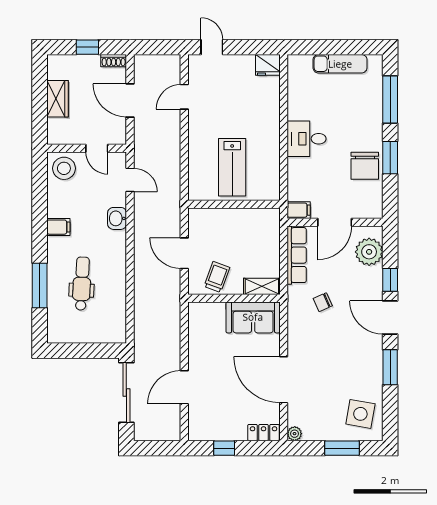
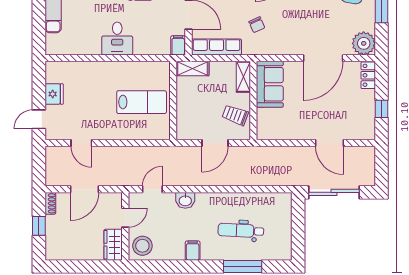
fridge: (268, 65) -> (54, 94), moved
wardrobe: (58, 99) -> (113, 245), moved, turned -90
shelving: (271, 227) -> (192, 69), added
plant: (295, 434) -> (364, 43), width x1.87, depth x1.87

